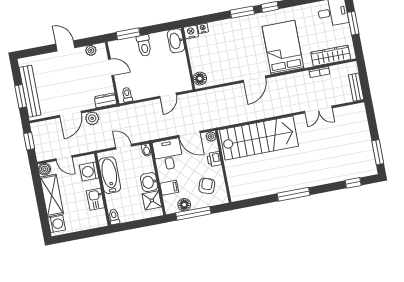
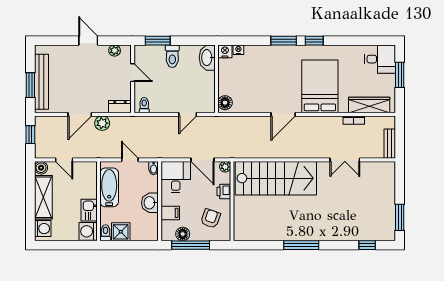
washing machine: (89, 171) -> (88, 231), moved
shower: (152, 200) -> (121, 232), moved

